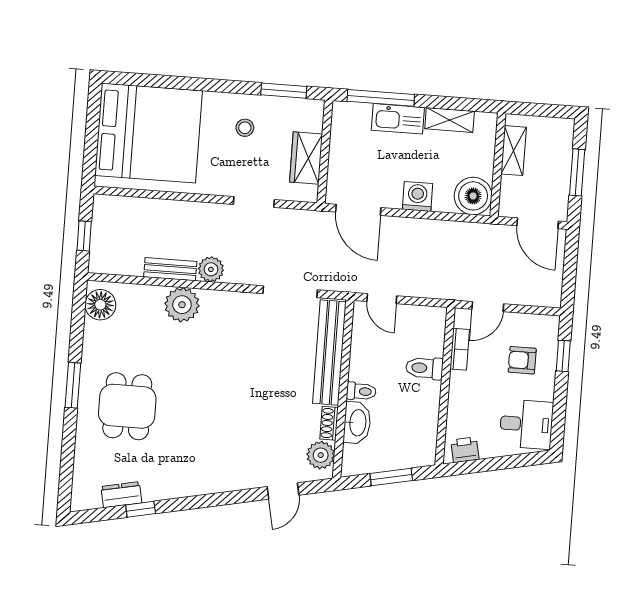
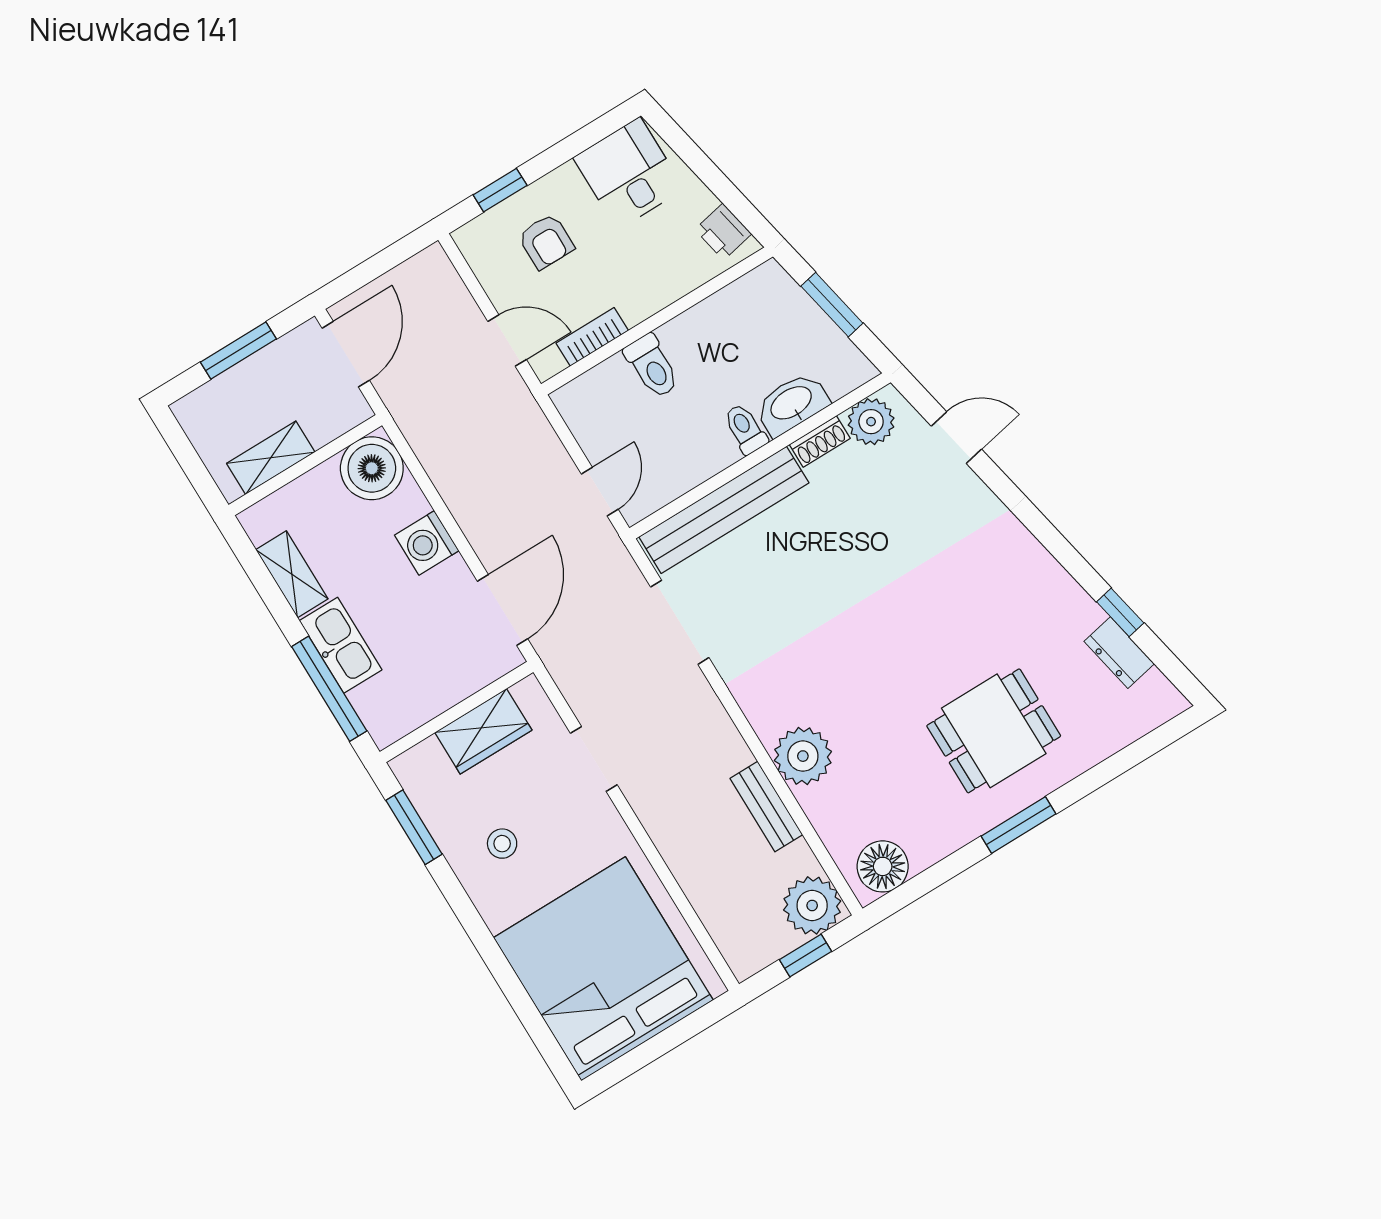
plant: (211, 269) -> (812, 905), moved, width x1.36, depth x1.36

